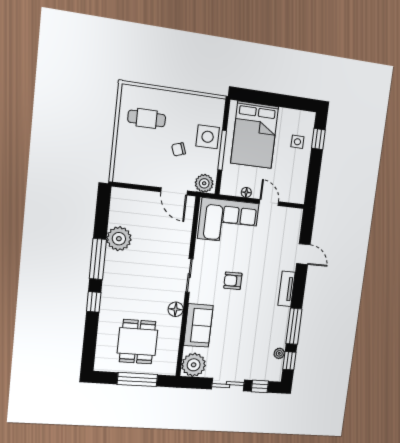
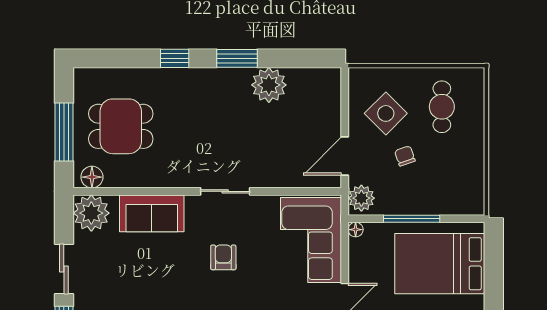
side table: (208, 137) -> (386, 113), moved, turned 45
floor lamp: (246, 192) -> (356, 230), moved
window: (98, 259) -> (237, 58), width x0.69
floor lamp: (176, 309) -> (92, 177), moved

